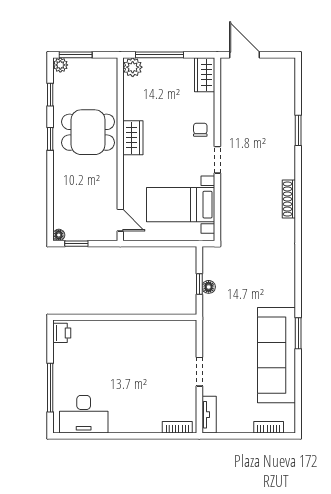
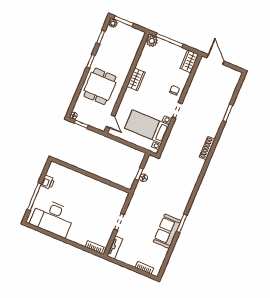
dining table: (88, 132) -> (100, 86), moved, turned 90
printer: (62, 333) -> (48, 182), moved
sofa: (277, 355) -> (167, 231), width x0.54, depth x0.79
desk: (84, 414) -> (53, 218), width x1.36, depth x1.30

